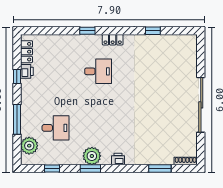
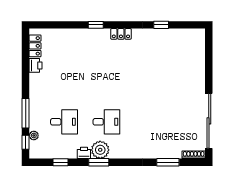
desk: (98, 71) -> (106, 122), moved
window: (17, 76) -> (26, 142), moved
sliding door: (201, 105) -> (209, 121), moved
plant: (29, 146) -> (34, 135), width x0.53, depth x0.53
printer: (118, 159) -> (84, 153), moved

